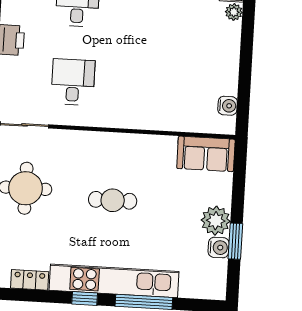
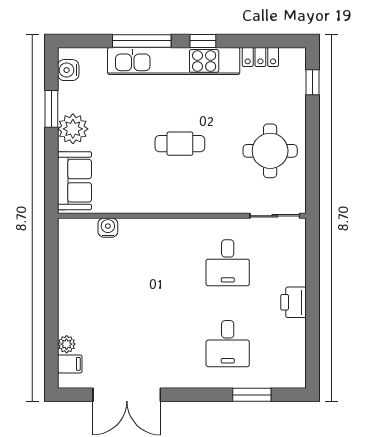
water cooler: (228, 106) -> (108, 228), moved, turned 90
sofa: (206, 154) -> (75, 181), moved, turned 90
water cooler: (219, 248) -> (68, 70), moved

